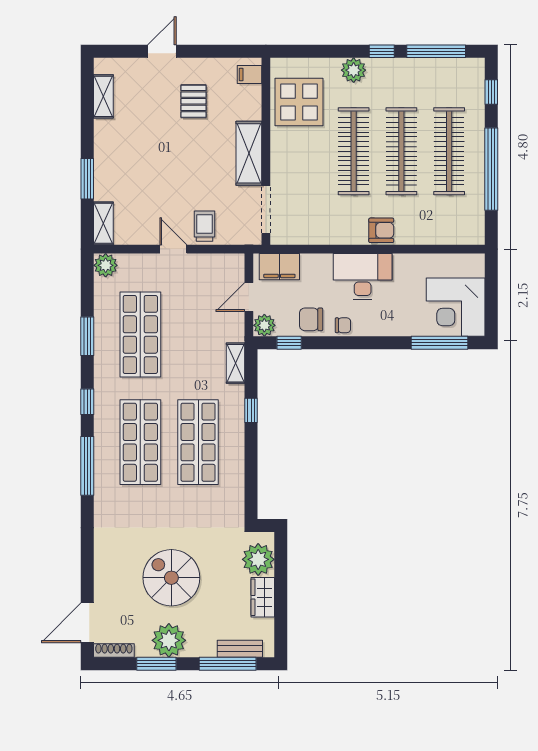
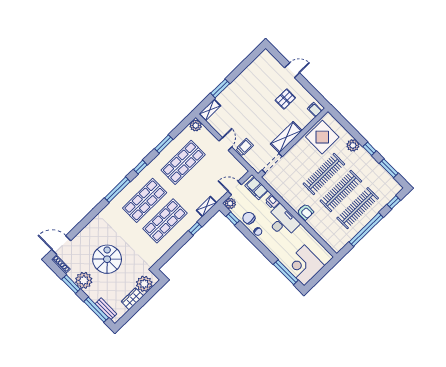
window: (436, 51) -> (389, 168), width x0.69
shelving: (103, 96) -> (255, 65), removed
printer: (320, 264) -> (272, 202), added

